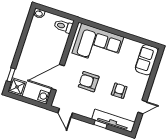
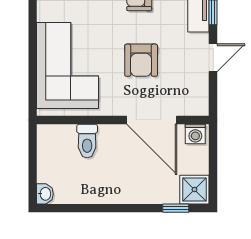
toilet: (63, 26) -> (87, 141), moved
door: (65, 113) -> (213, 58), moved

